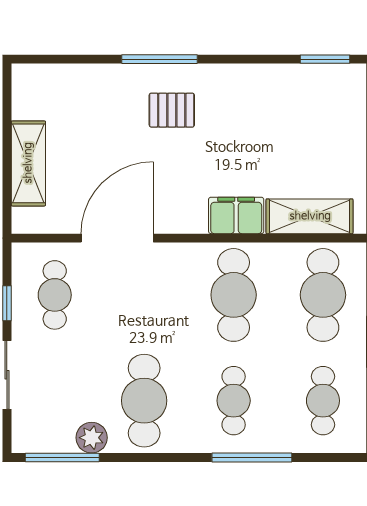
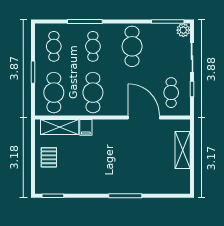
pallet: (172, 110) -> (49, 157), moved, turned 90
filing cabinet: (236, 215) -> (86, 127), width x0.50
door: (117, 238) -> (144, 117), swing flipped
plant: (92, 438) -> (183, 30), moved

